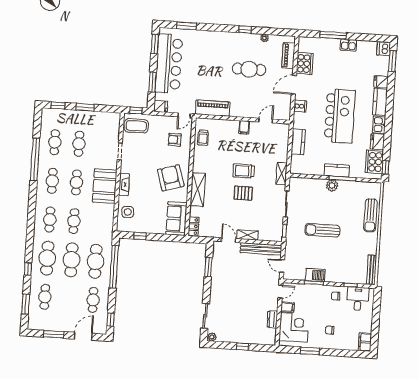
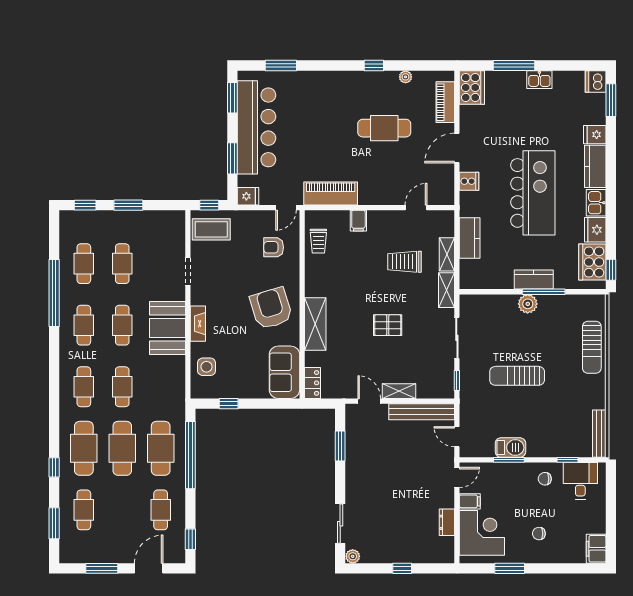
cooker: (305, 64) -> (472, 88), moved
filing cabinet: (244, 127) -> (358, 221), moved
shelving: (283, 151) -> (447, 254), added
trolley: (244, 171) -> (404, 262), moved

